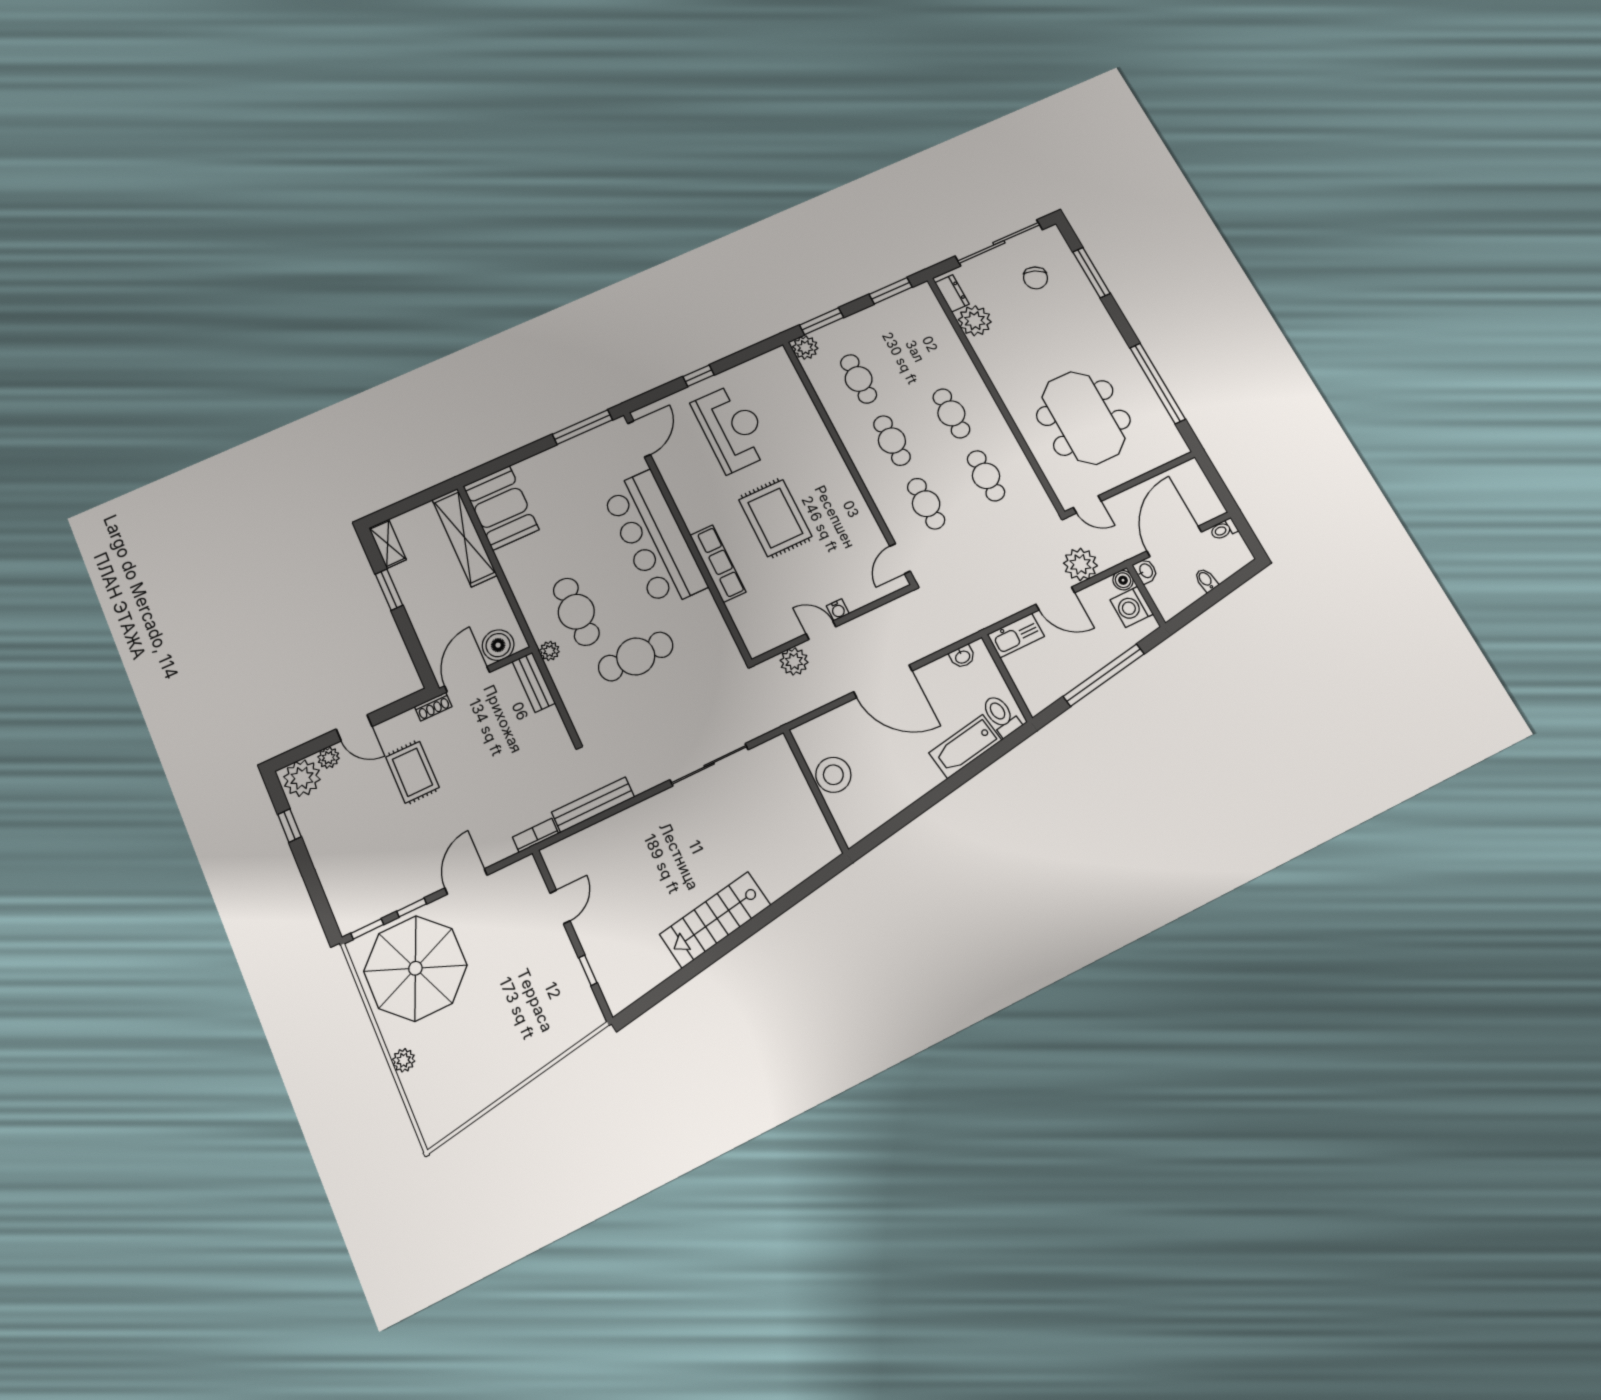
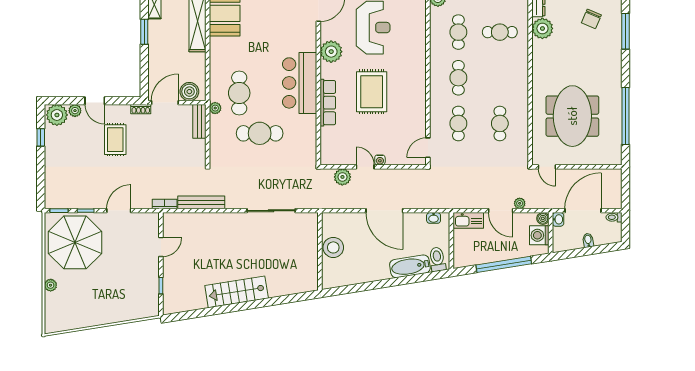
cafe table: (951, 413) -> (500, 32), moved, turned 90
plant: (687, 489) -> (331, 52), added
bar counter: (654, 539) -> (300, 83), width x0.73
plant: (1080, 564) -> (520, 203), width x0.53, depth x0.53

